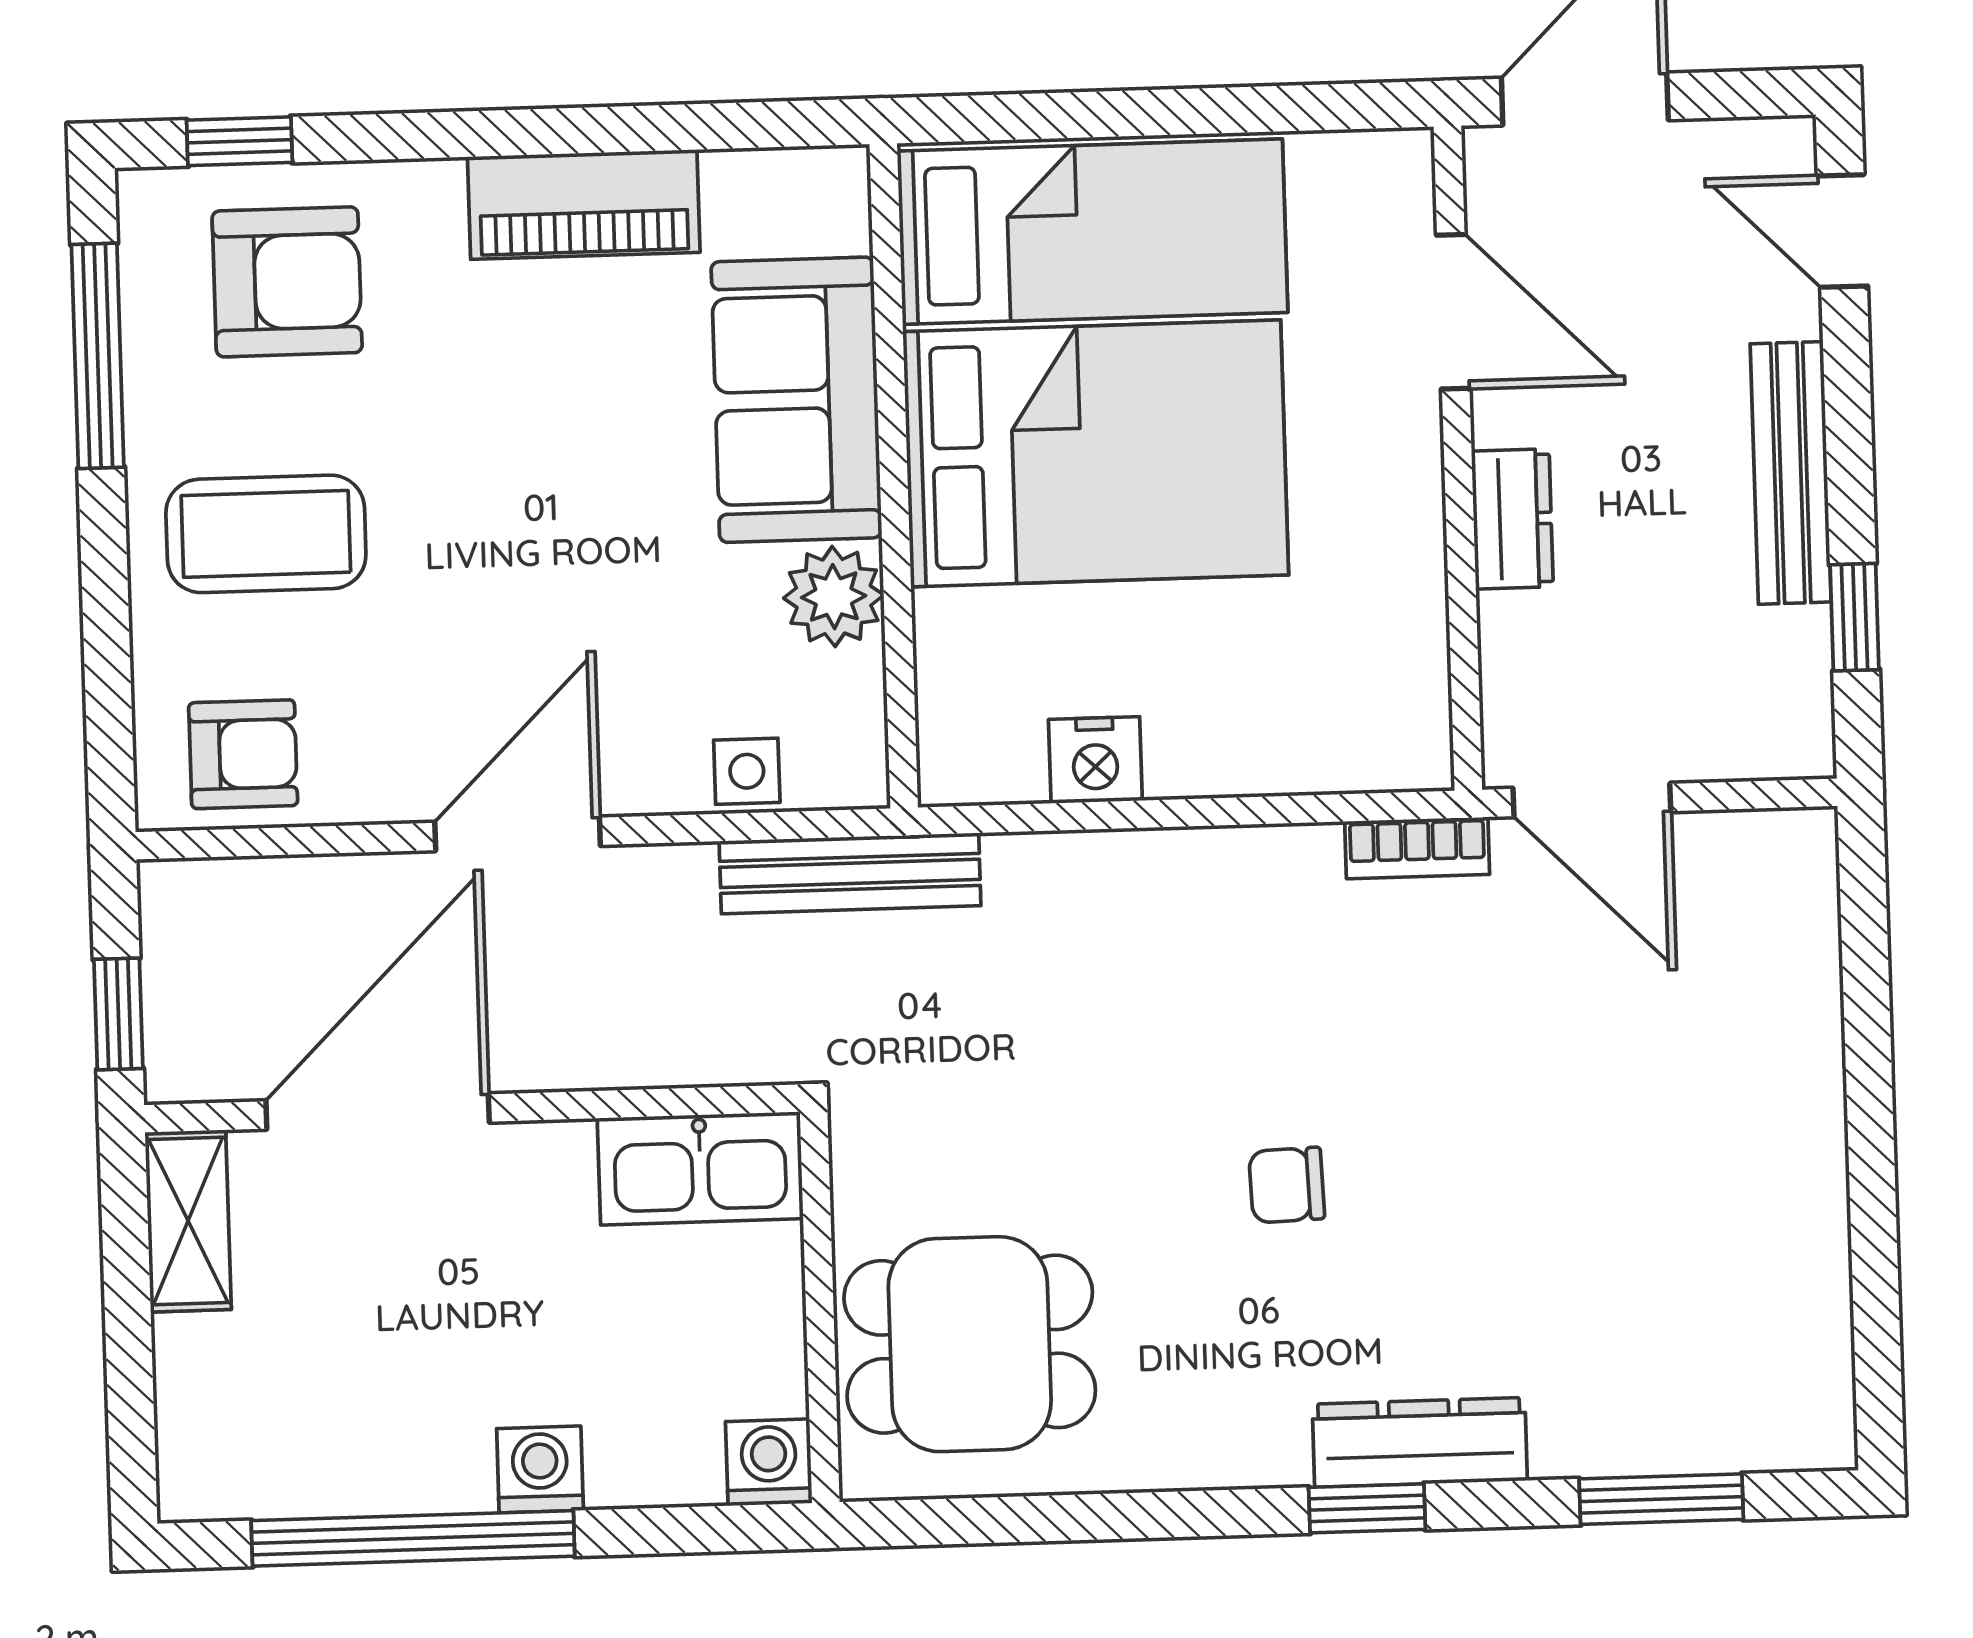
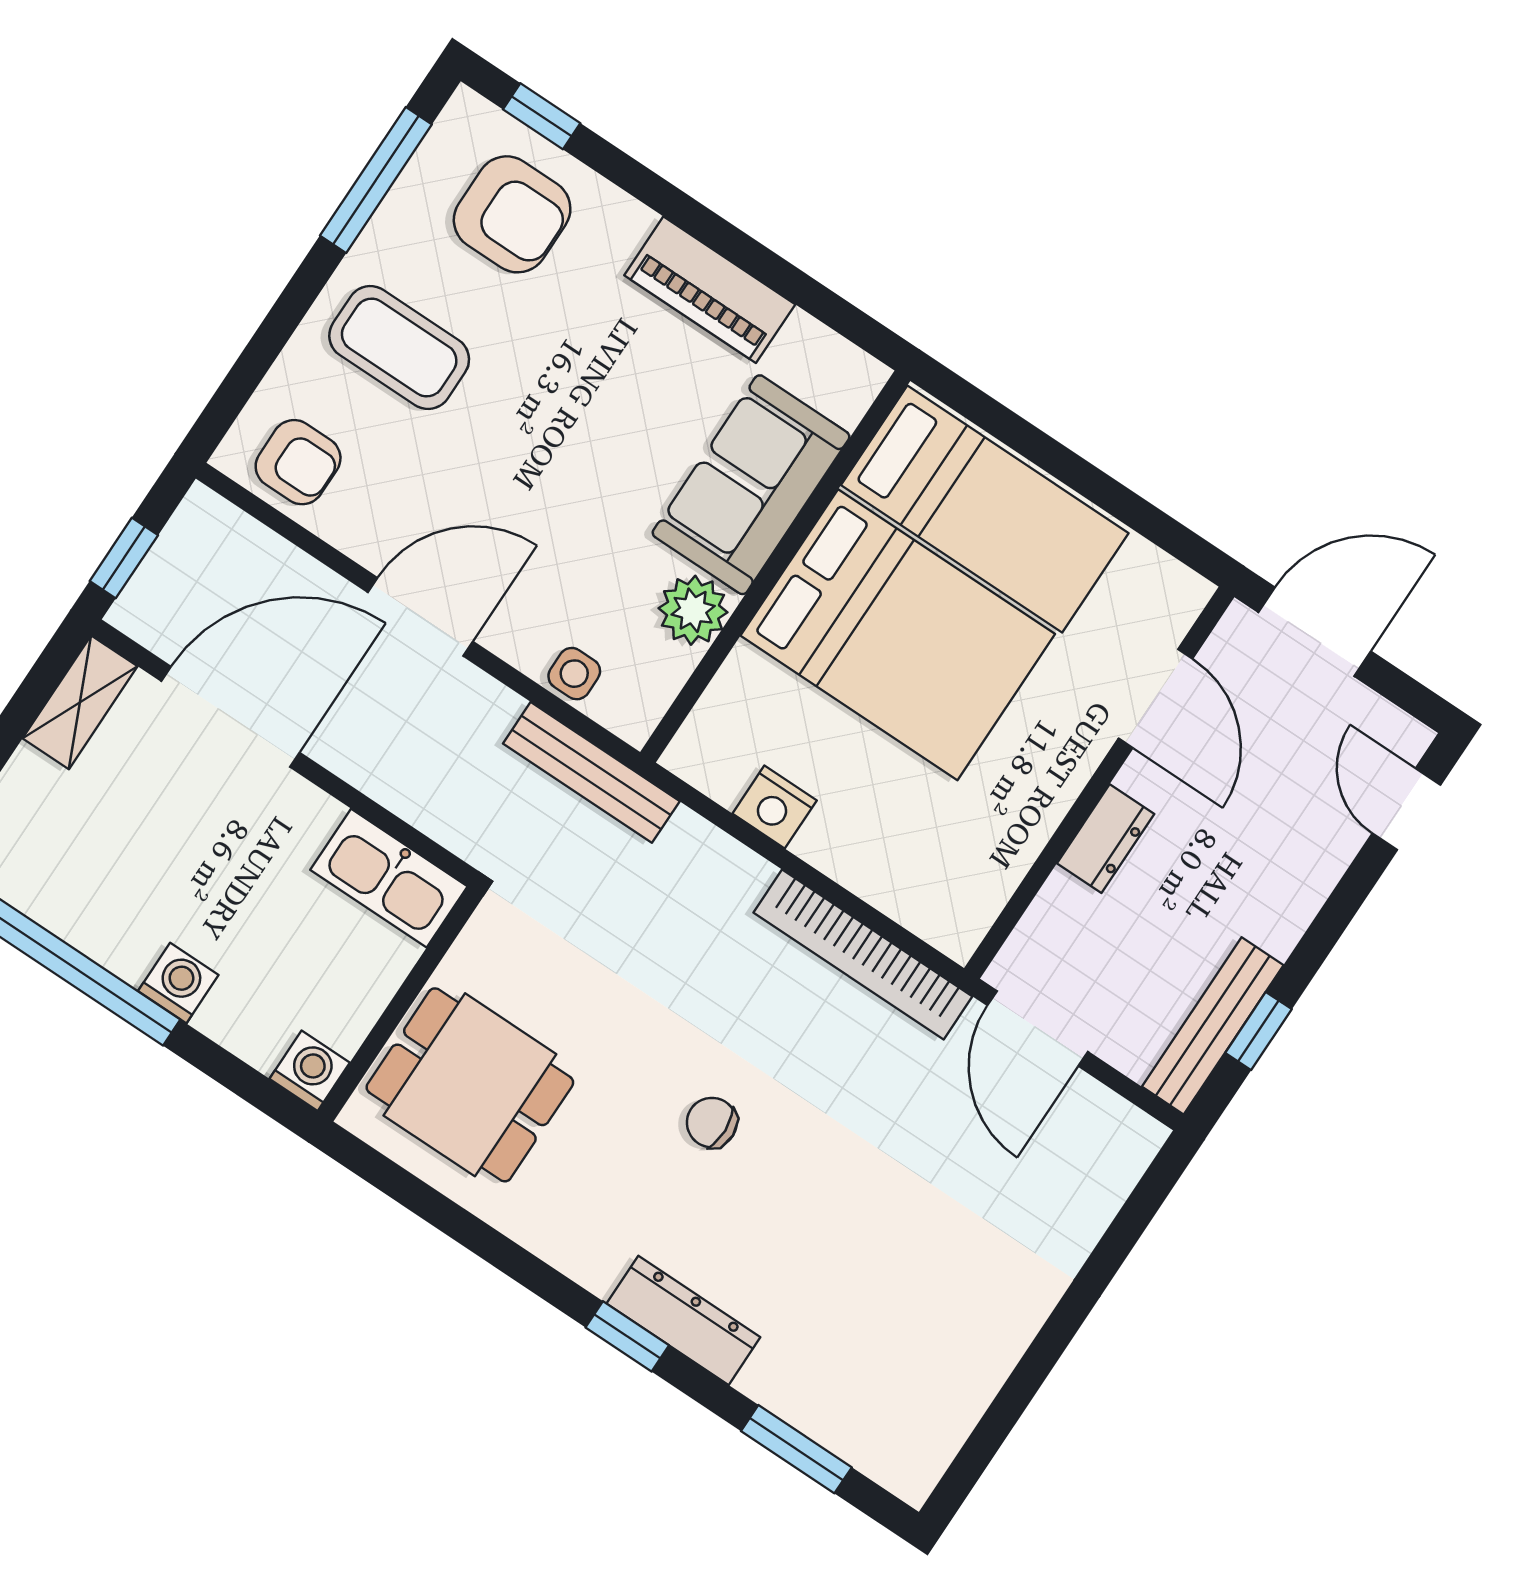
bench: (1791, 473) -> (1213, 1026), moved
bookcase: (1417, 848) -> (863, 954), width x2.31, depth x1.31

